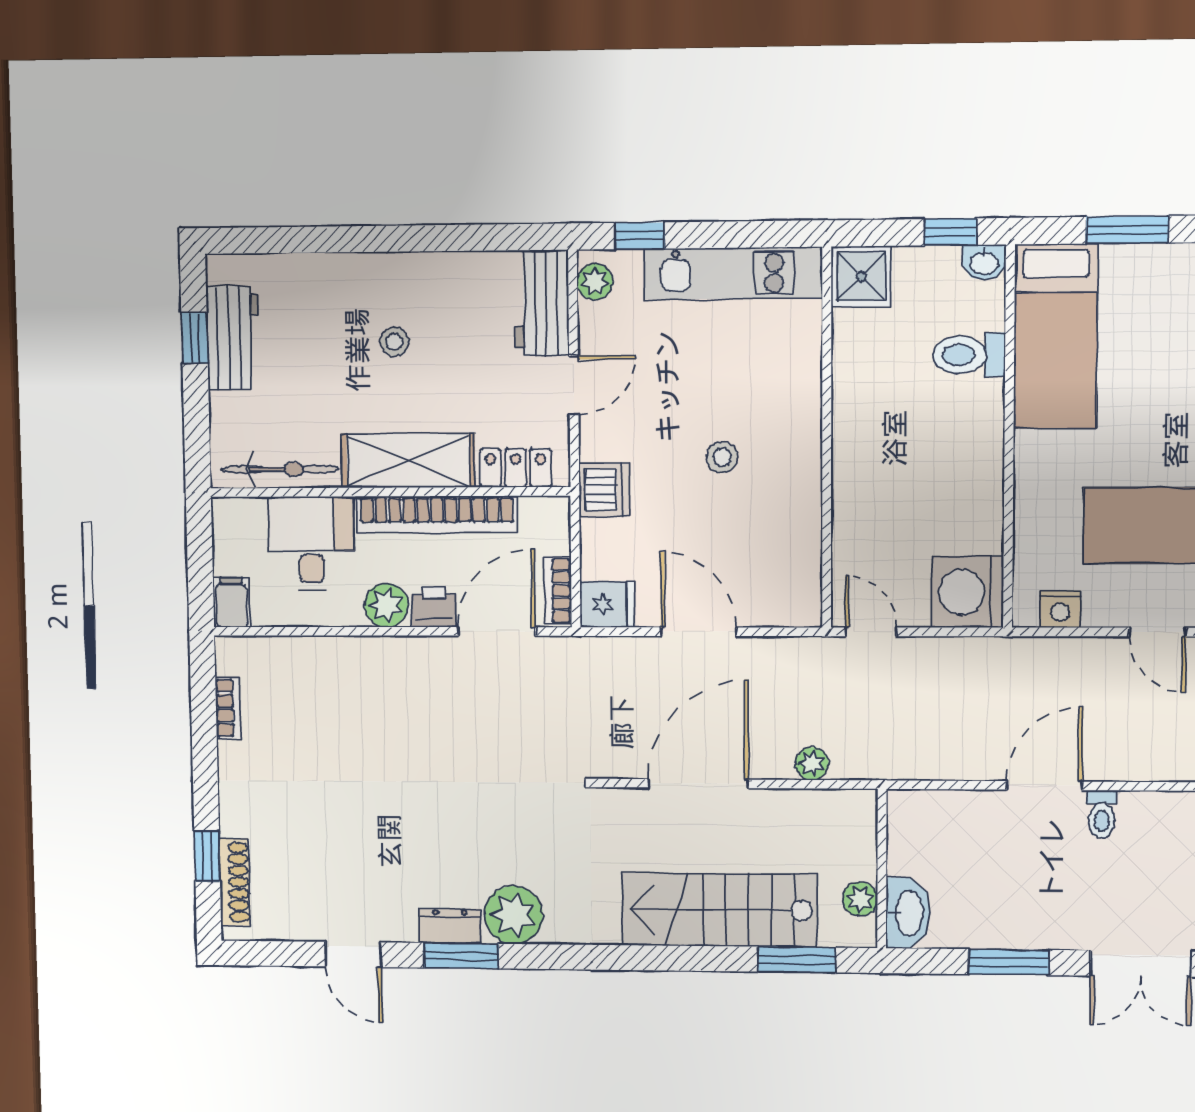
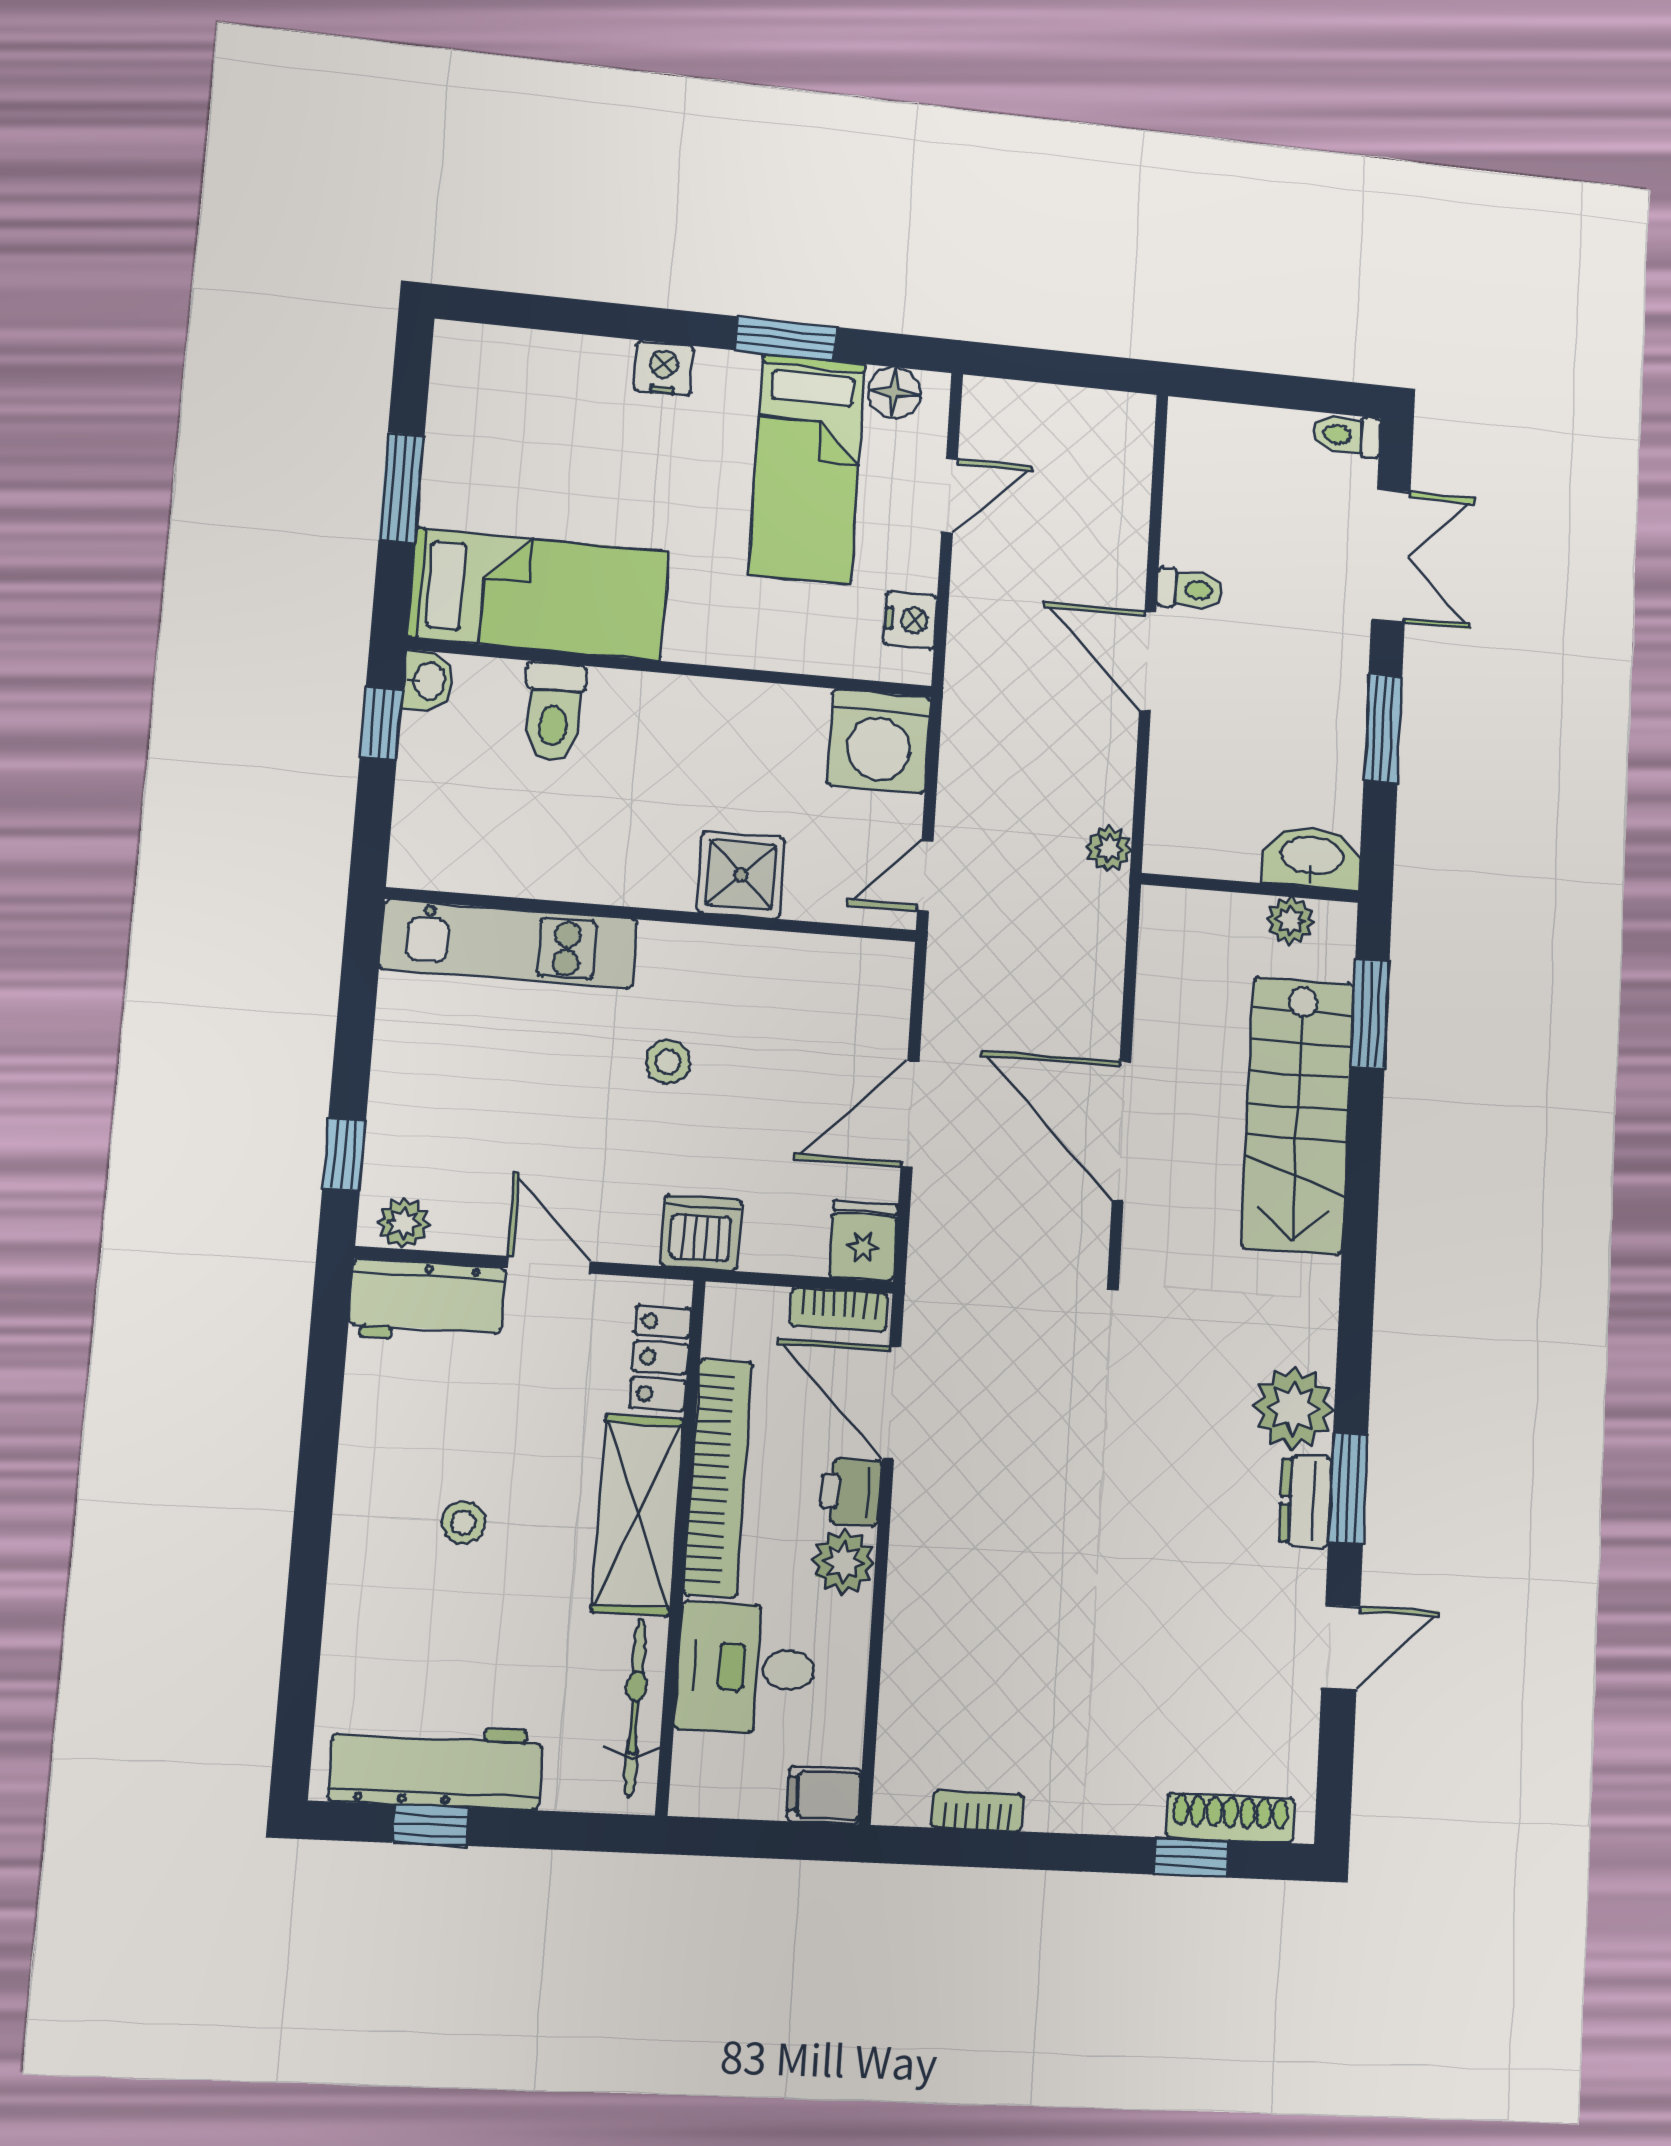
kitchen unit: (733, 273) -> (509, 944), moved, turned 90
shower: (861, 277) -> (741, 875), moved
workbench: (233, 338) -> (436, 1766), width x1.38
plant: (812, 764) -> (1109, 848), moved

